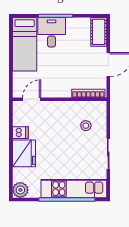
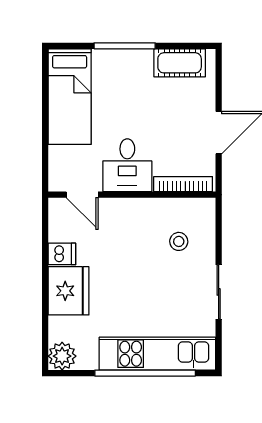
desk: (52, 32) -> (127, 165), moved, turned 180
cot: (99, 32) -> (180, 63), moved, turned 90
door: (32, 99) -> (82, 195), swing flipped

